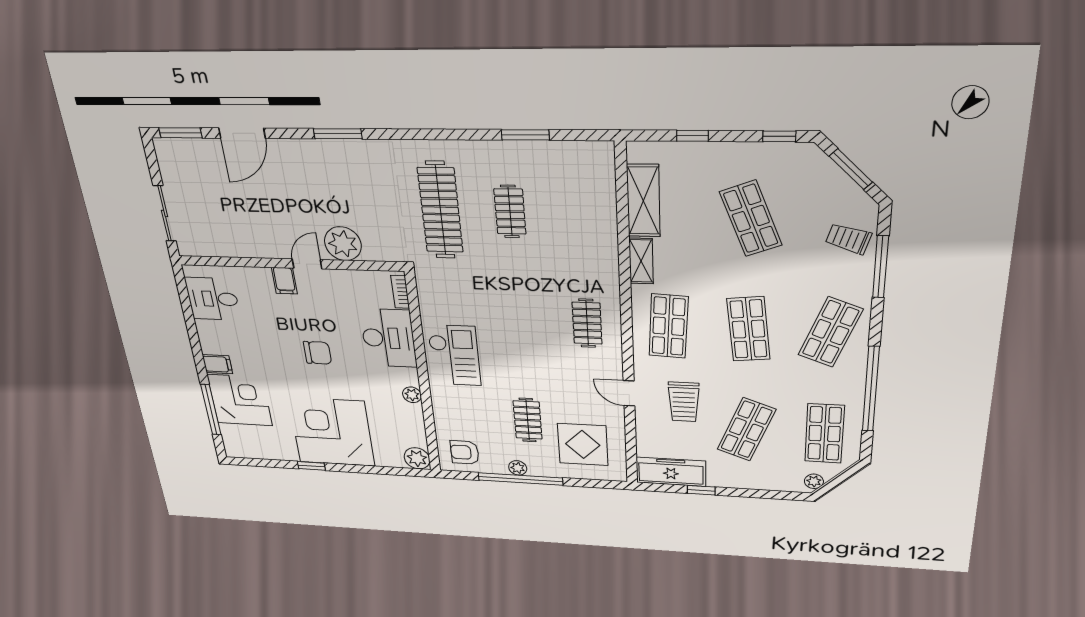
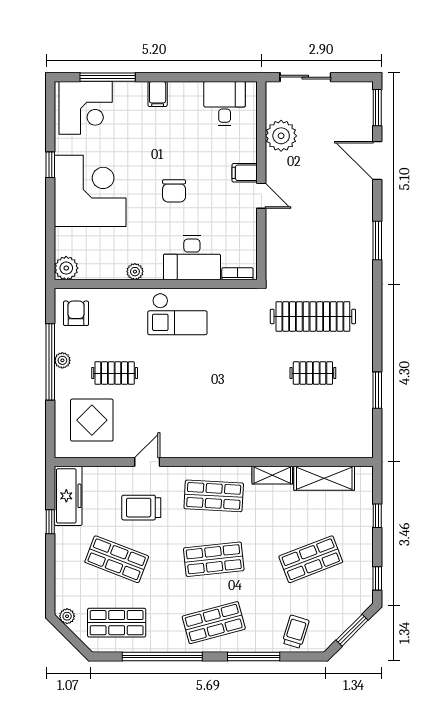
plant: (343, 244) -> (281, 136), moved
window: (881, 267) -> (254, 657), moved
clothes rail: (587, 323) -> (214, 430), removed
shop shelf: (830, 332) -> (214, 623), turned -36
corner desk: (240, 400) -> (86, 108), moved

